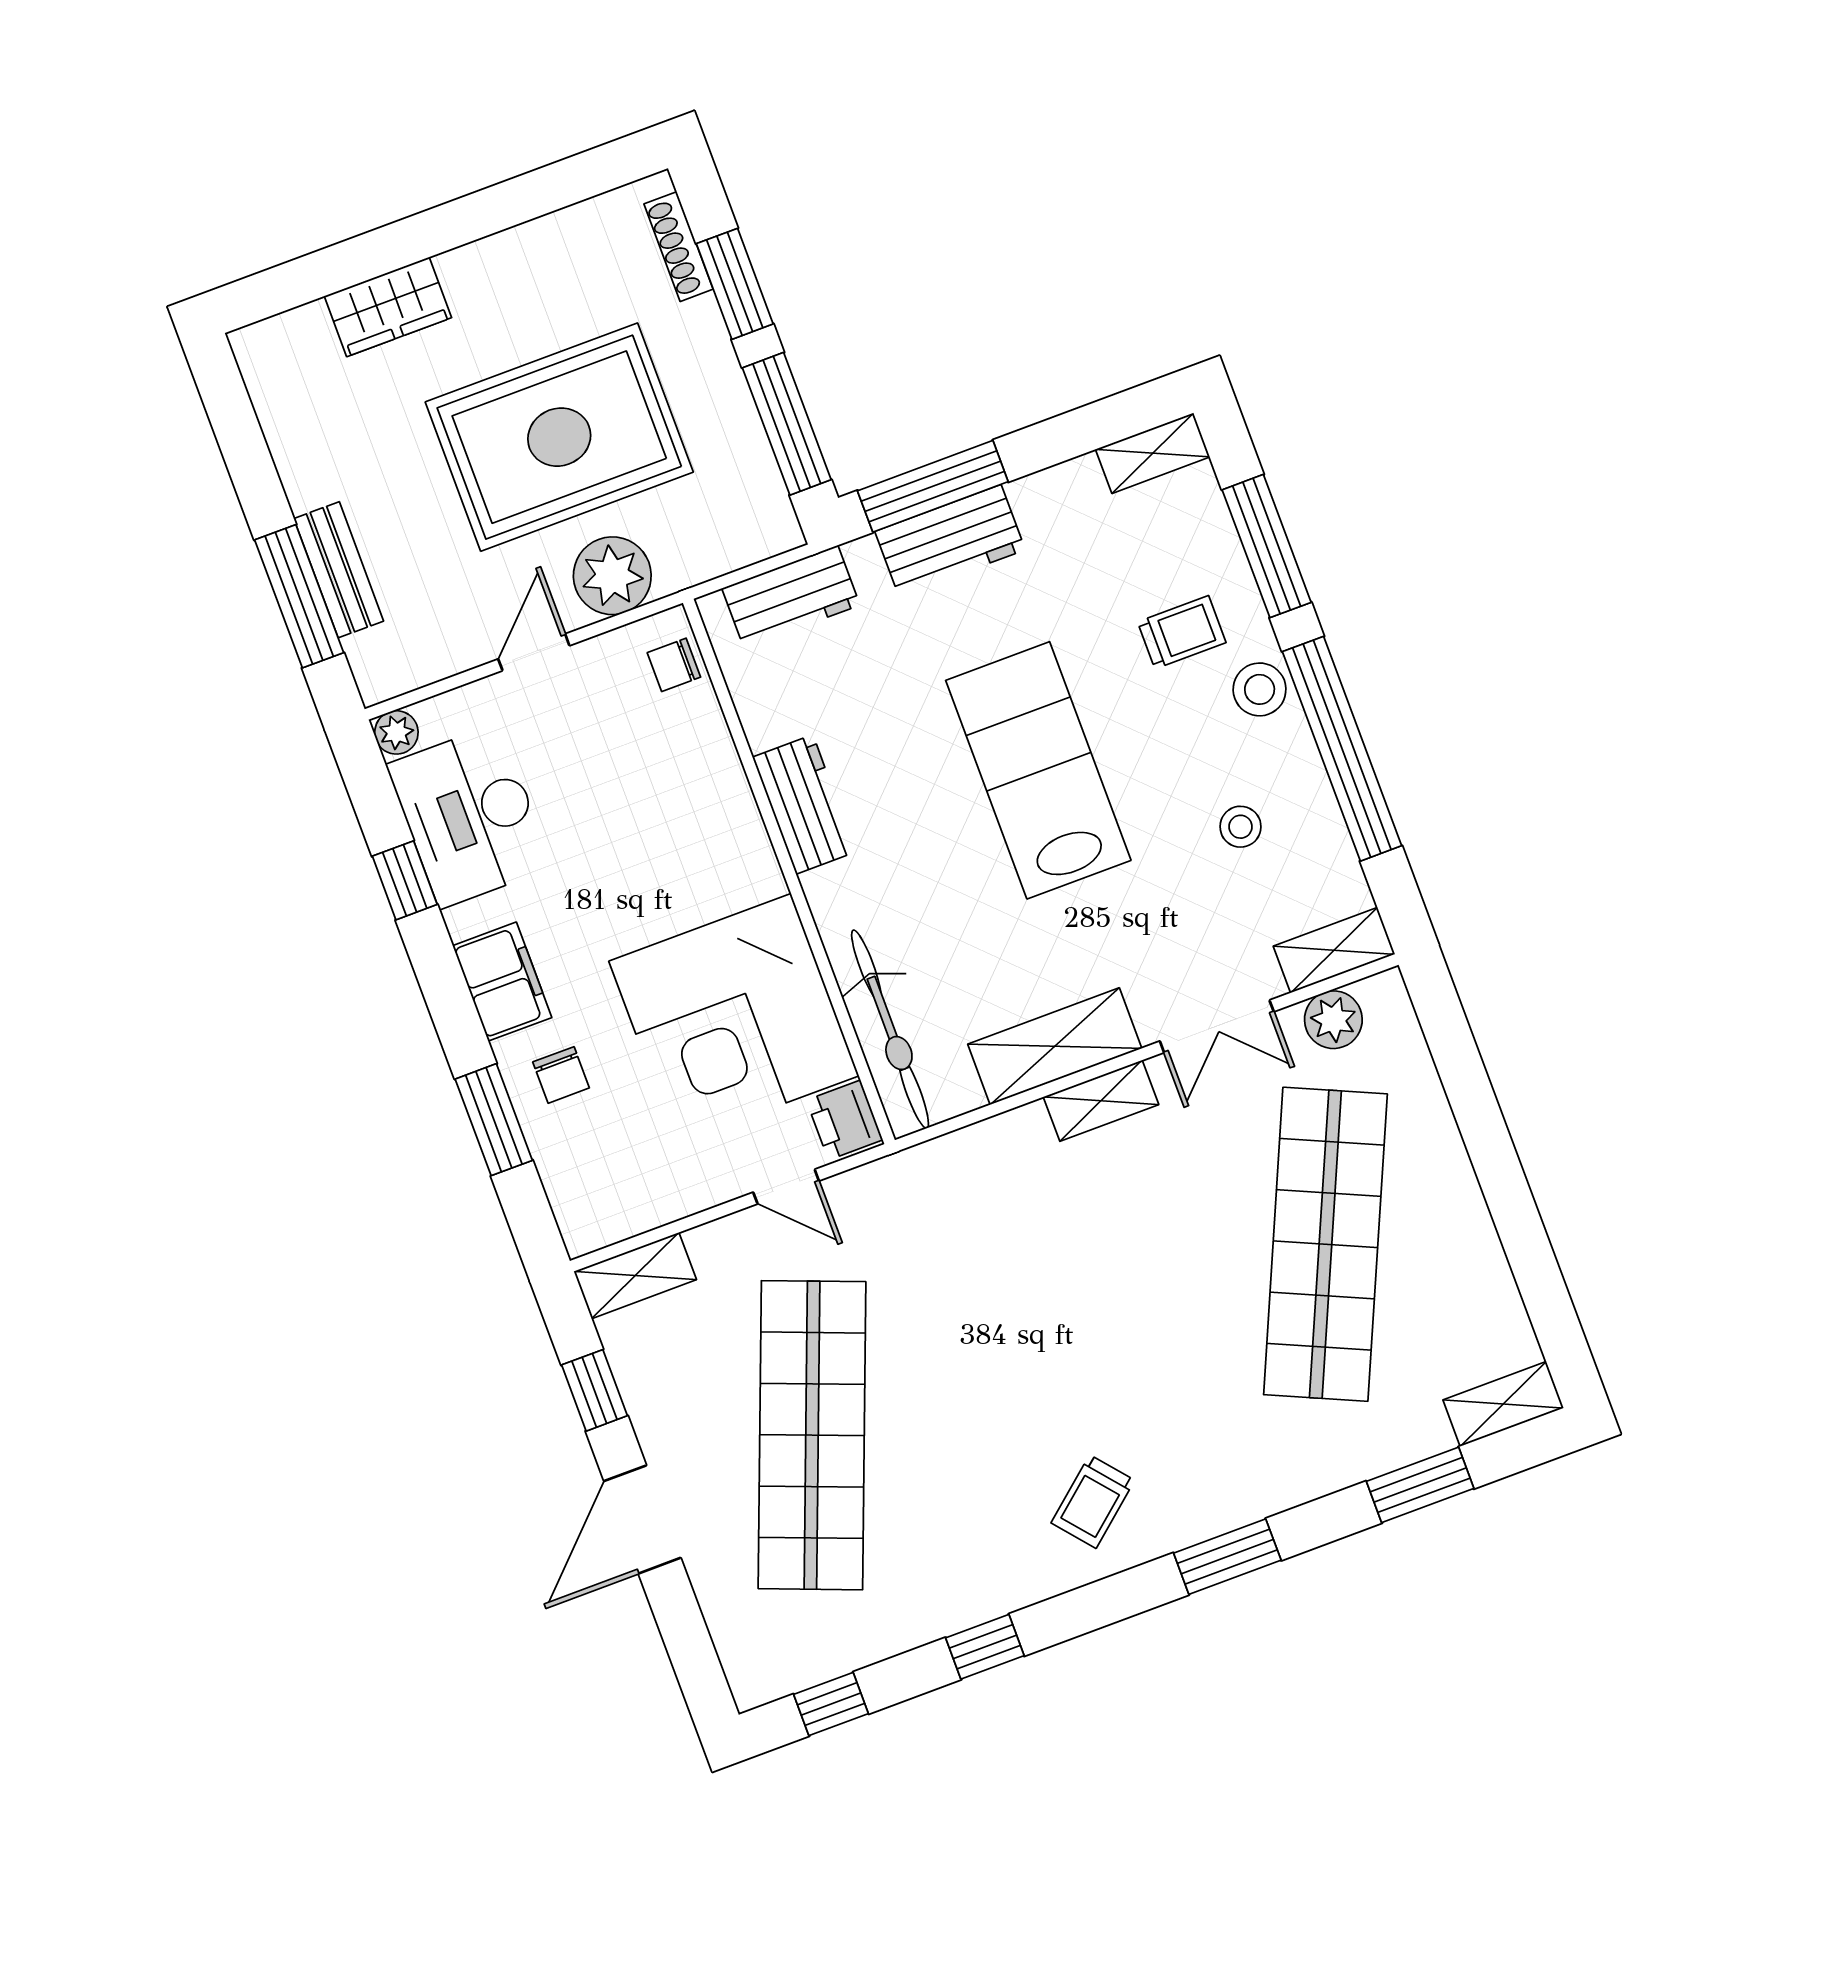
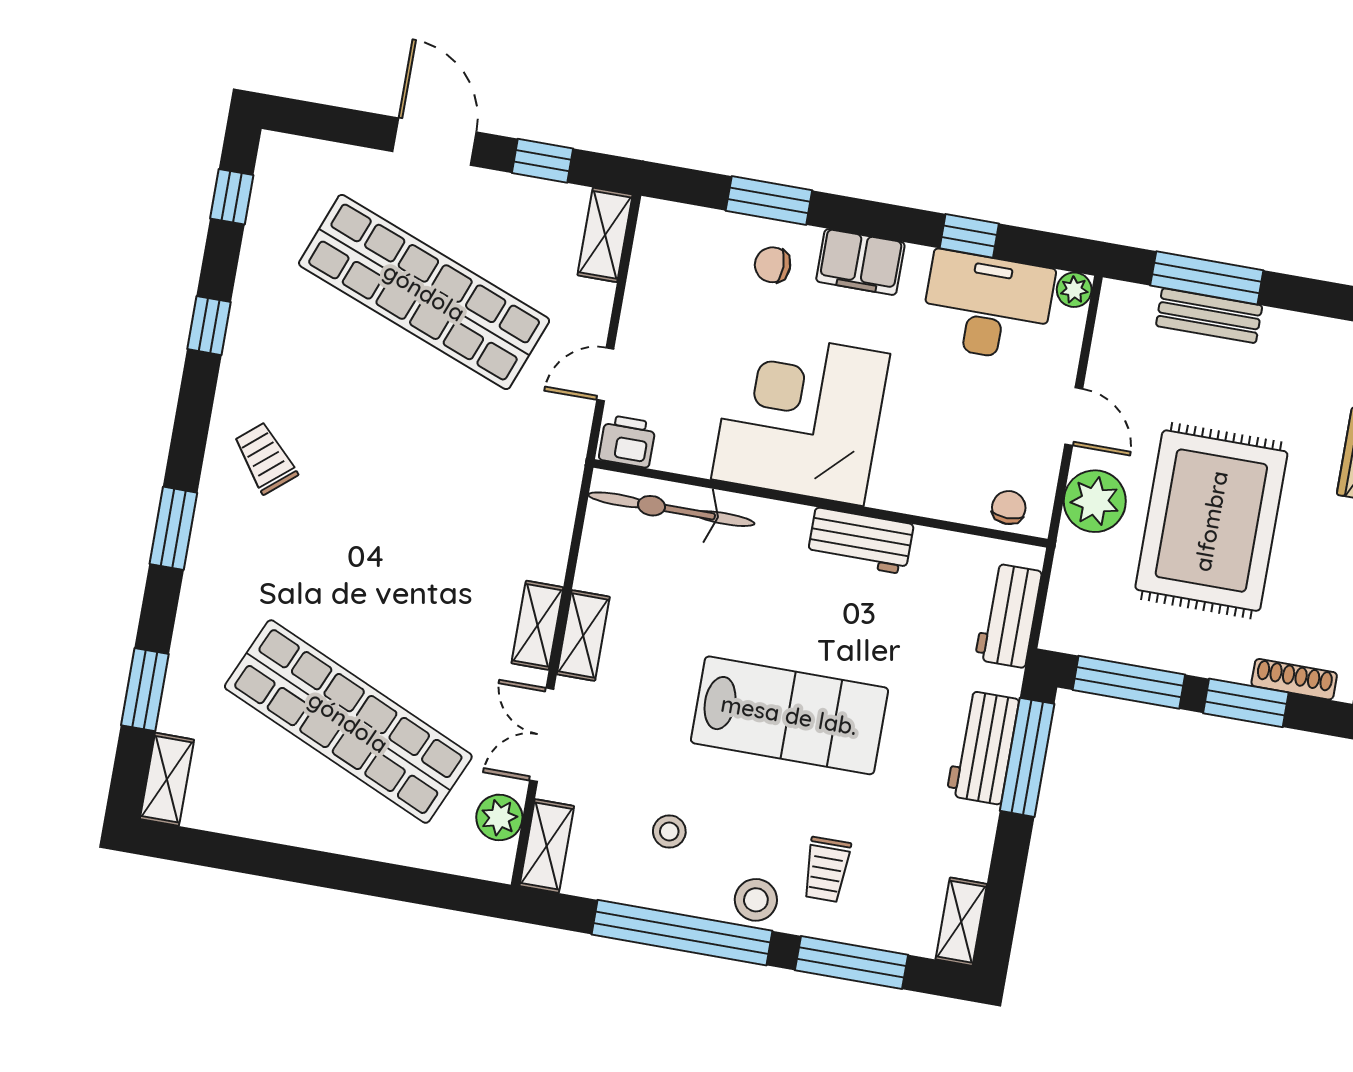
corner desk: (734, 1019) -> (801, 417), moved
shelving: (1055, 1046) -> (583, 636), width x0.67, depth x0.75

